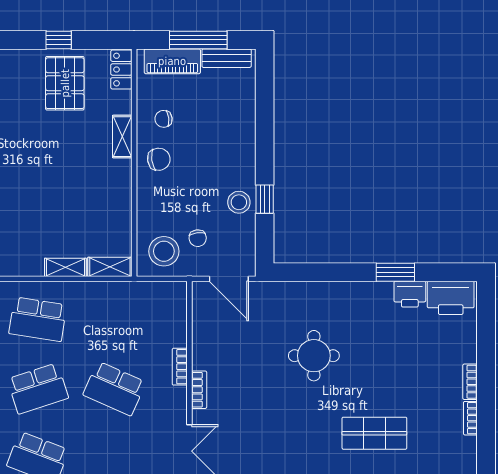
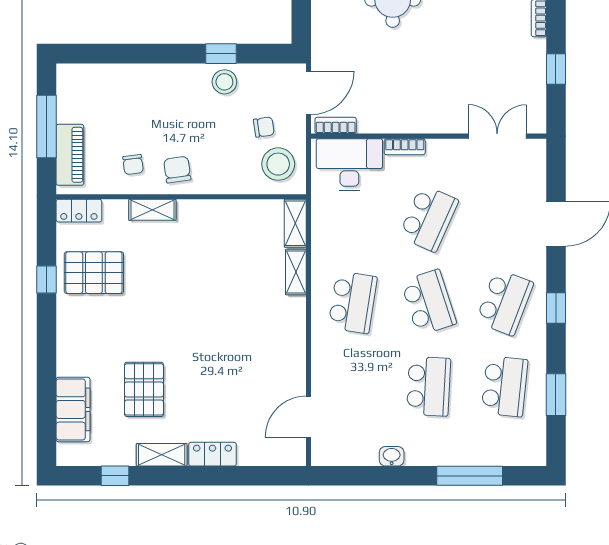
bench: (227, 58) -> (66, 95), removed
desk: (163, 316) -> (349, 165), added
bookcase: (199, 390) -> (336, 125), moved

